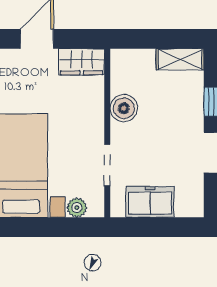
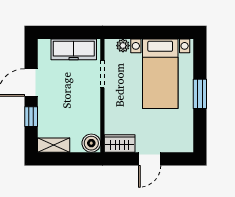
boiler: (124, 108) -> (91, 143), moved
freezer: (150, 202) -> (74, 49), width x1.40

